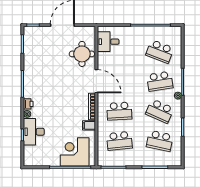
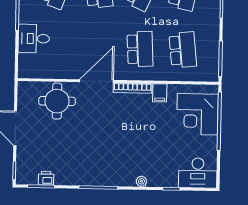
desk: (108, 42) -> (34, 39), moved, turned 90
printer: (28, 104) -> (46, 178), moved
desk: (34, 132) -> (198, 173), moved

